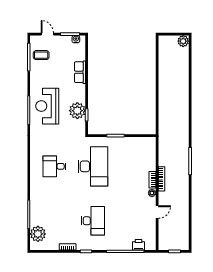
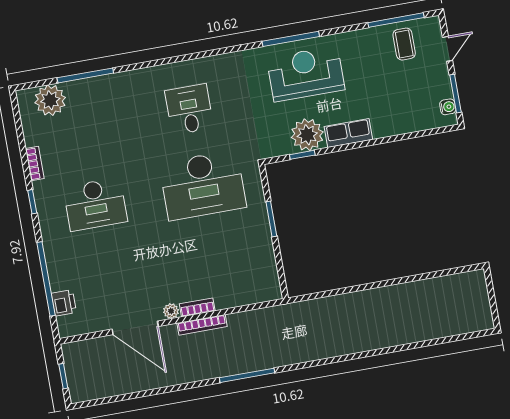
plant: (183, 41) -> (482, 320), removed
row of seats: (80, 72) -> (348, 133), moved
door: (157, 212) -> (135, 328), width x1.87

